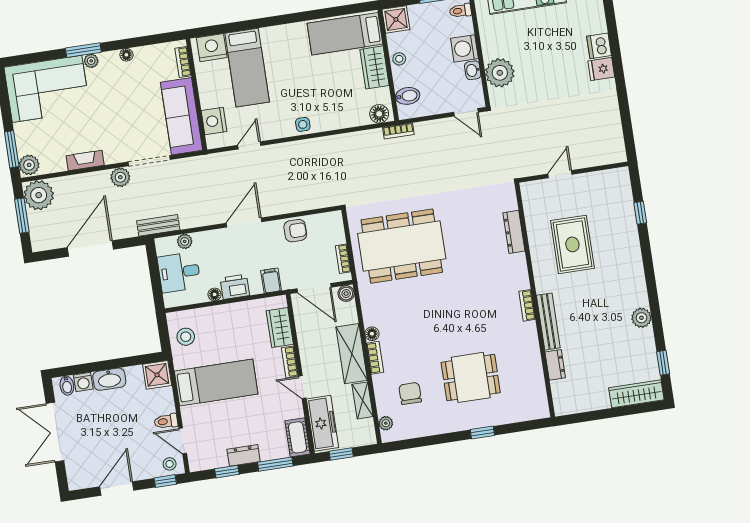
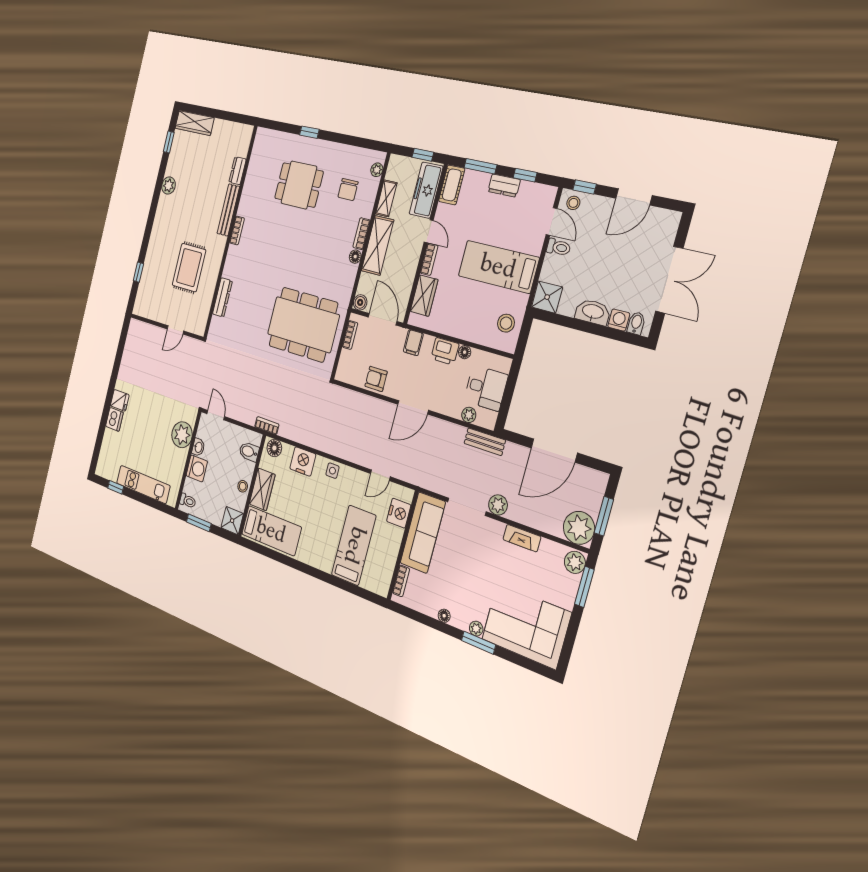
nightstand: (212, 48) -> (303, 461), moved, turned 180

